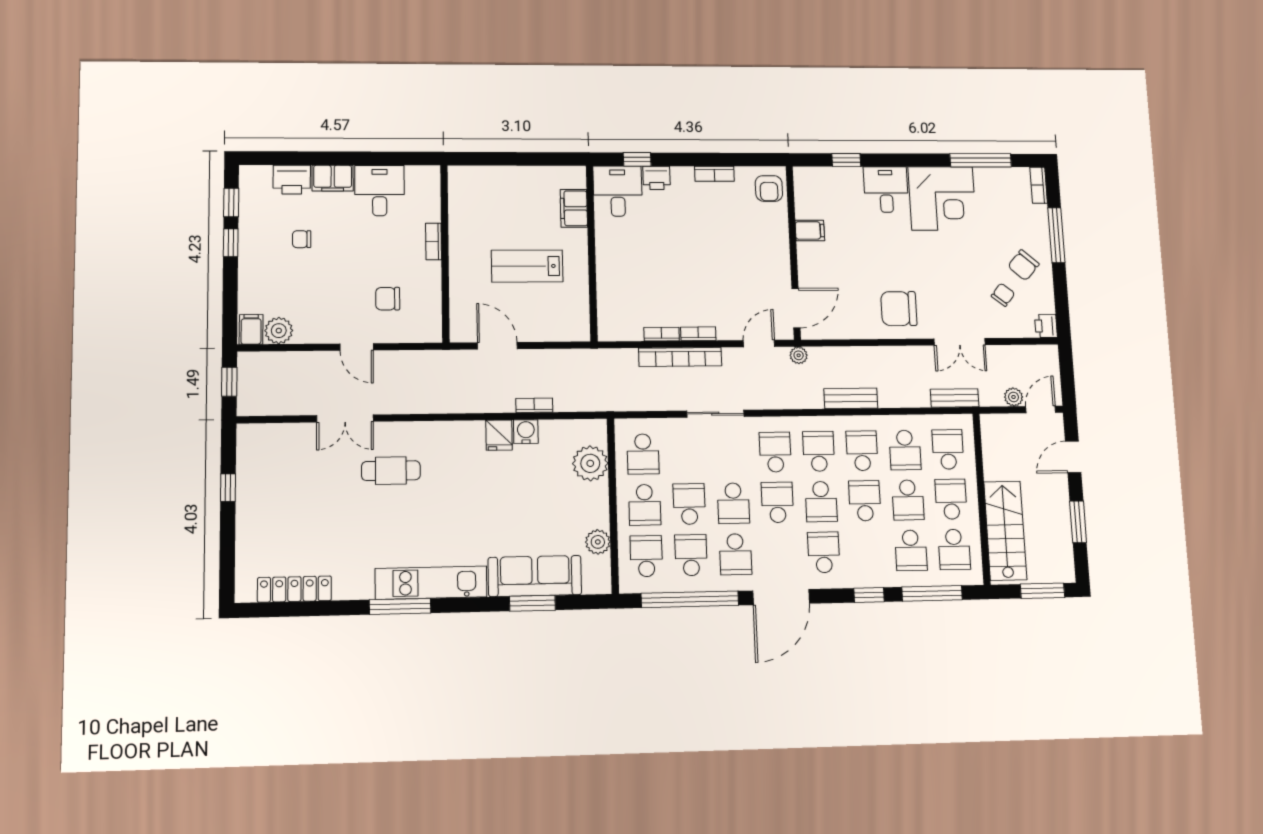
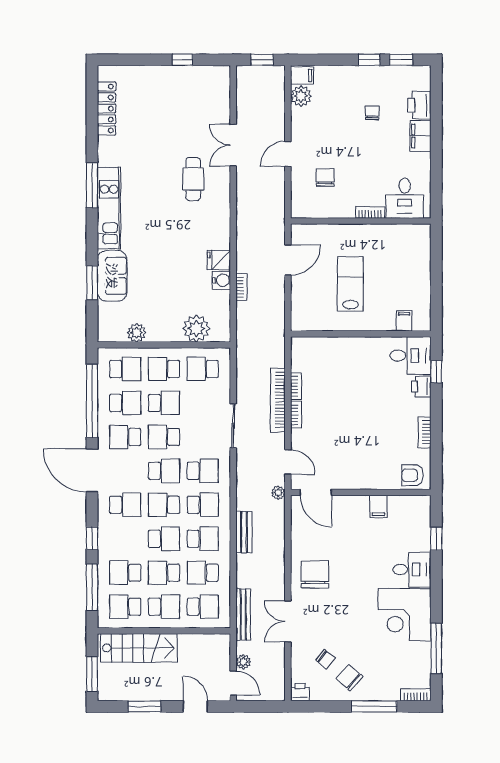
desk: (380, 191) -> (405, 198), moved, turned 90
filing cabinet: (574, 208) -> (404, 321), width x0.50
bench: (955, 398) -> (243, 615), width x1.36
sofa: (535, 576) -> (112, 276), width x0.73

